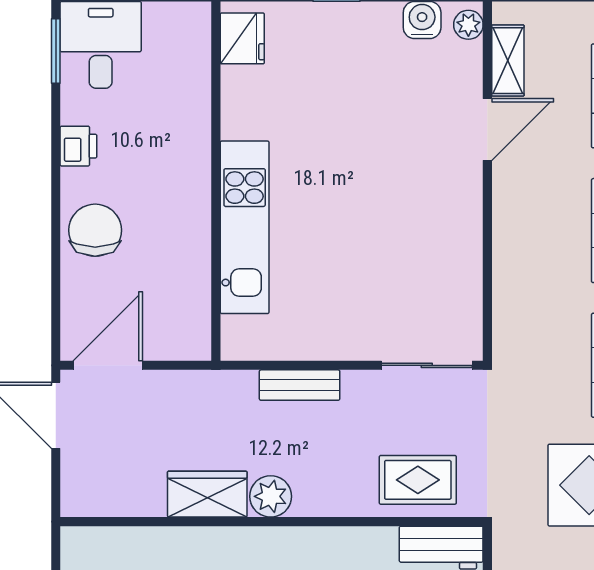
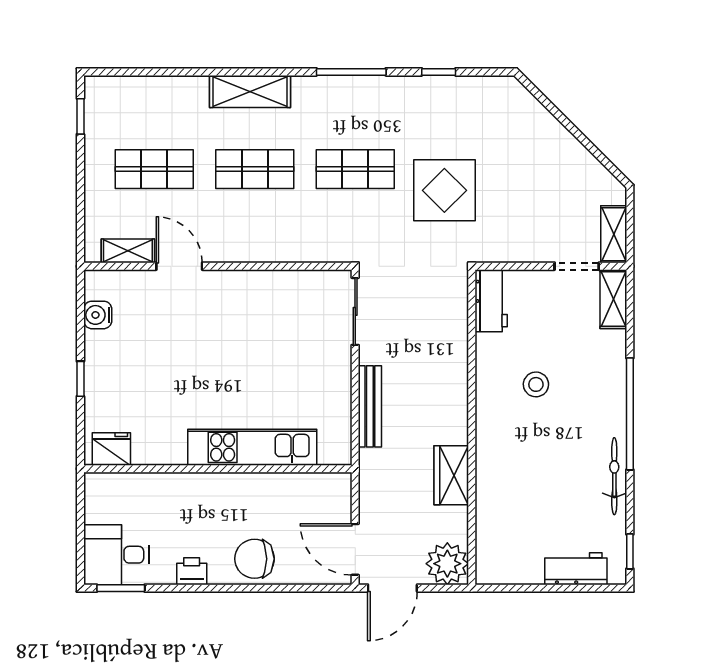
plant: (468, 25) -> (101, 280), removed
bench: (300, 385) -> (370, 406), width x1.36
rug: (418, 480) -> (441, 318), removed
plant: (271, 496) -> (447, 564), moved, width x1.36, depth x1.36

